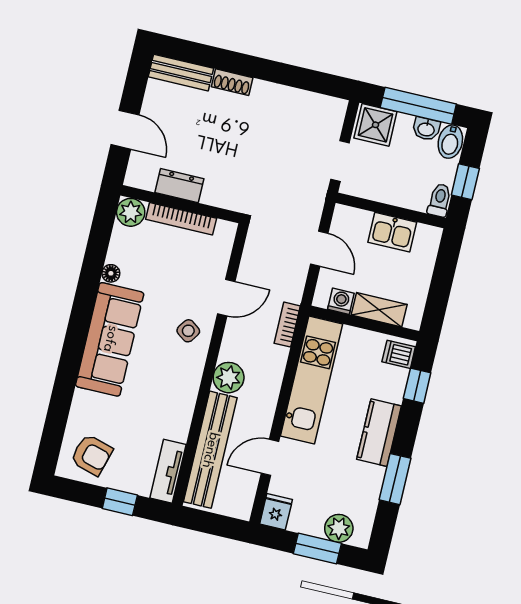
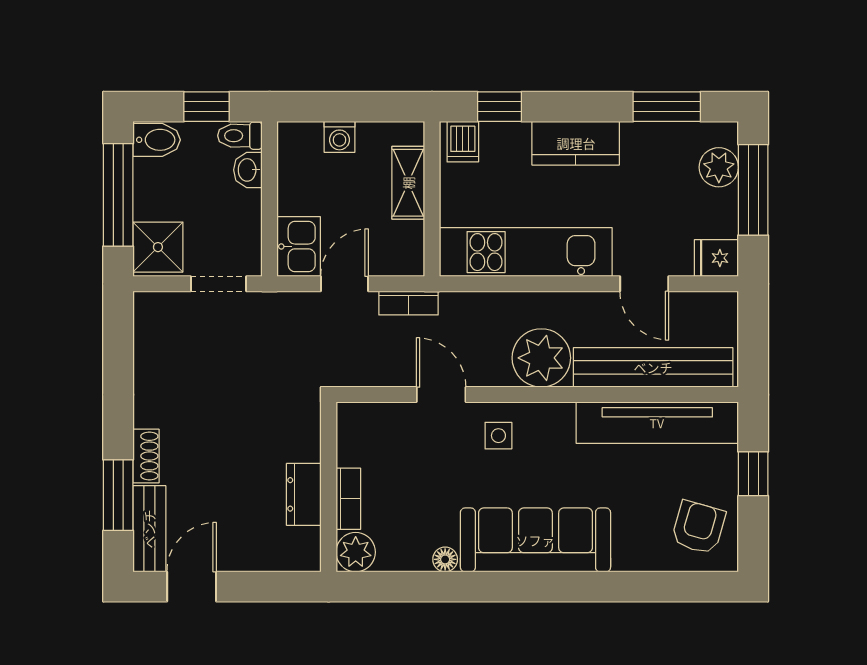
window: (209, 56) -> (118, 495), added
washbasin: (426, 129) -> (248, 170), moved, turned 180
door: (125, 130) -> (192, 587), moved
bookcase: (181, 219) -> (348, 499), width x0.64
kitchen sink: (392, 232) -> (299, 246), moved
washing machine: (341, 301) -> (339, 137), moved, turned -90
bookcase: (287, 325) -> (408, 303), moved
side table: (188, 331) -> (498, 436), turned -35
plant: (229, 378) -> (541, 358), width x1.36, depth x1.36
tv unit: (168, 471) -> (657, 423), width x1.92, depth x1.29
window: (395, 479) -> (667, 107), moved
window: (317, 549) -> (753, 190), width x1.44

